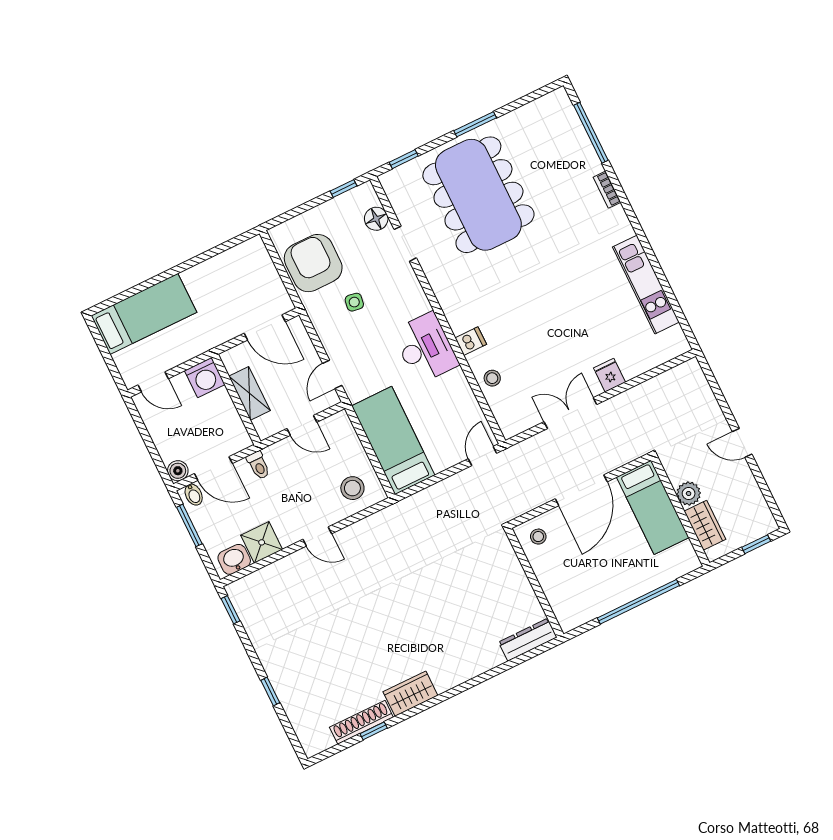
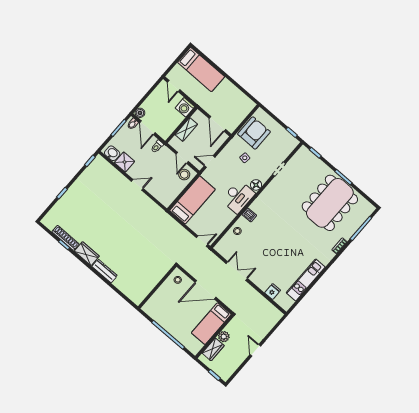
dining table: (478, 195) -> (330, 203), moved
floor lamp: (376, 219) -> (256, 185), moved
fridge: (609, 375) -> (273, 292), moved
stool: (352, 488) -> (184, 175), moved
door: (317, 536) -> (137, 185), swing flipped
dresser: (528, 640) -> (105, 271), moved

